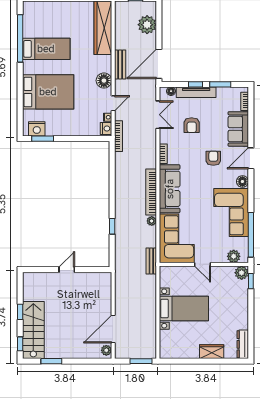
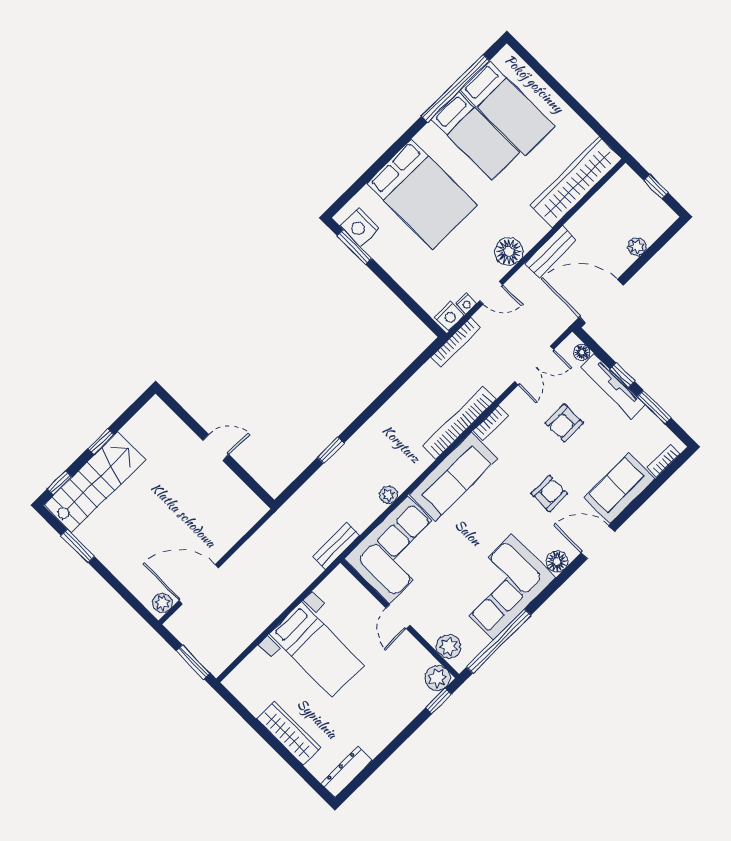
plant: (147, 25) -> (637, 247), width x0.53, depth x0.53
bed: (48, 26) -> (507, 108), added
bookcase: (151, 192) -> (459, 423), moved
wardrobe: (212, 352) -> (289, 733), width x1.50

